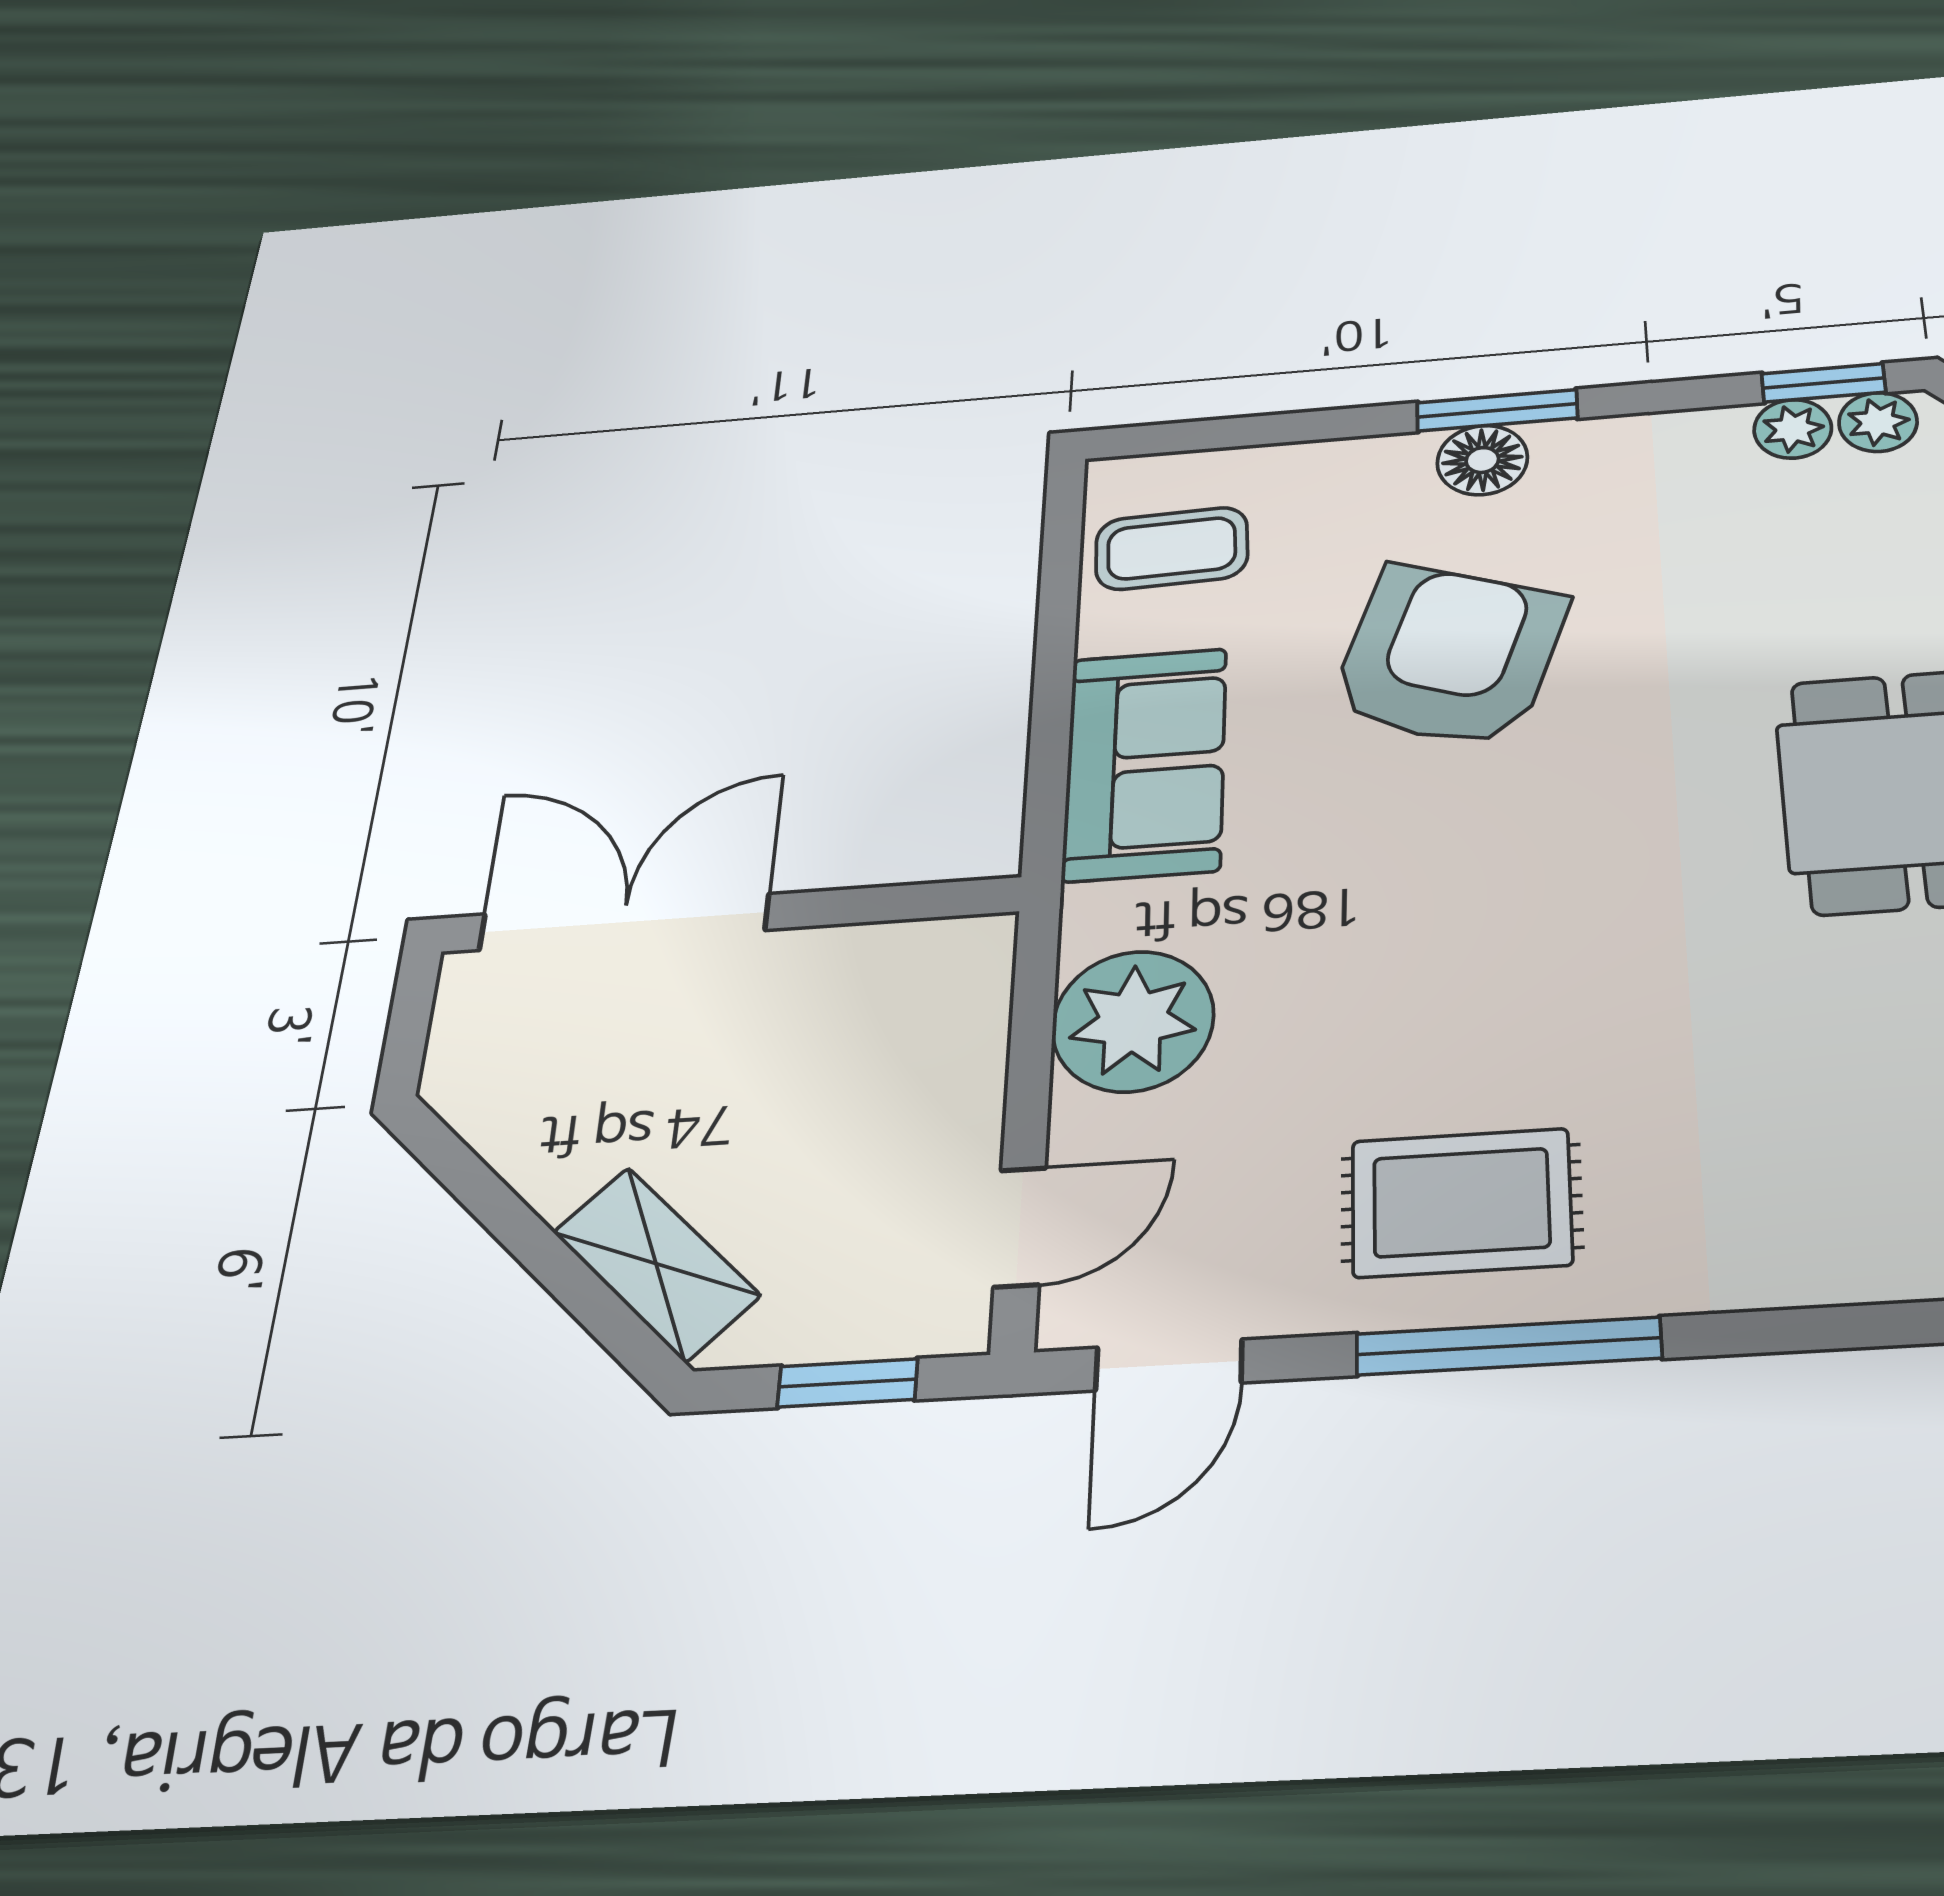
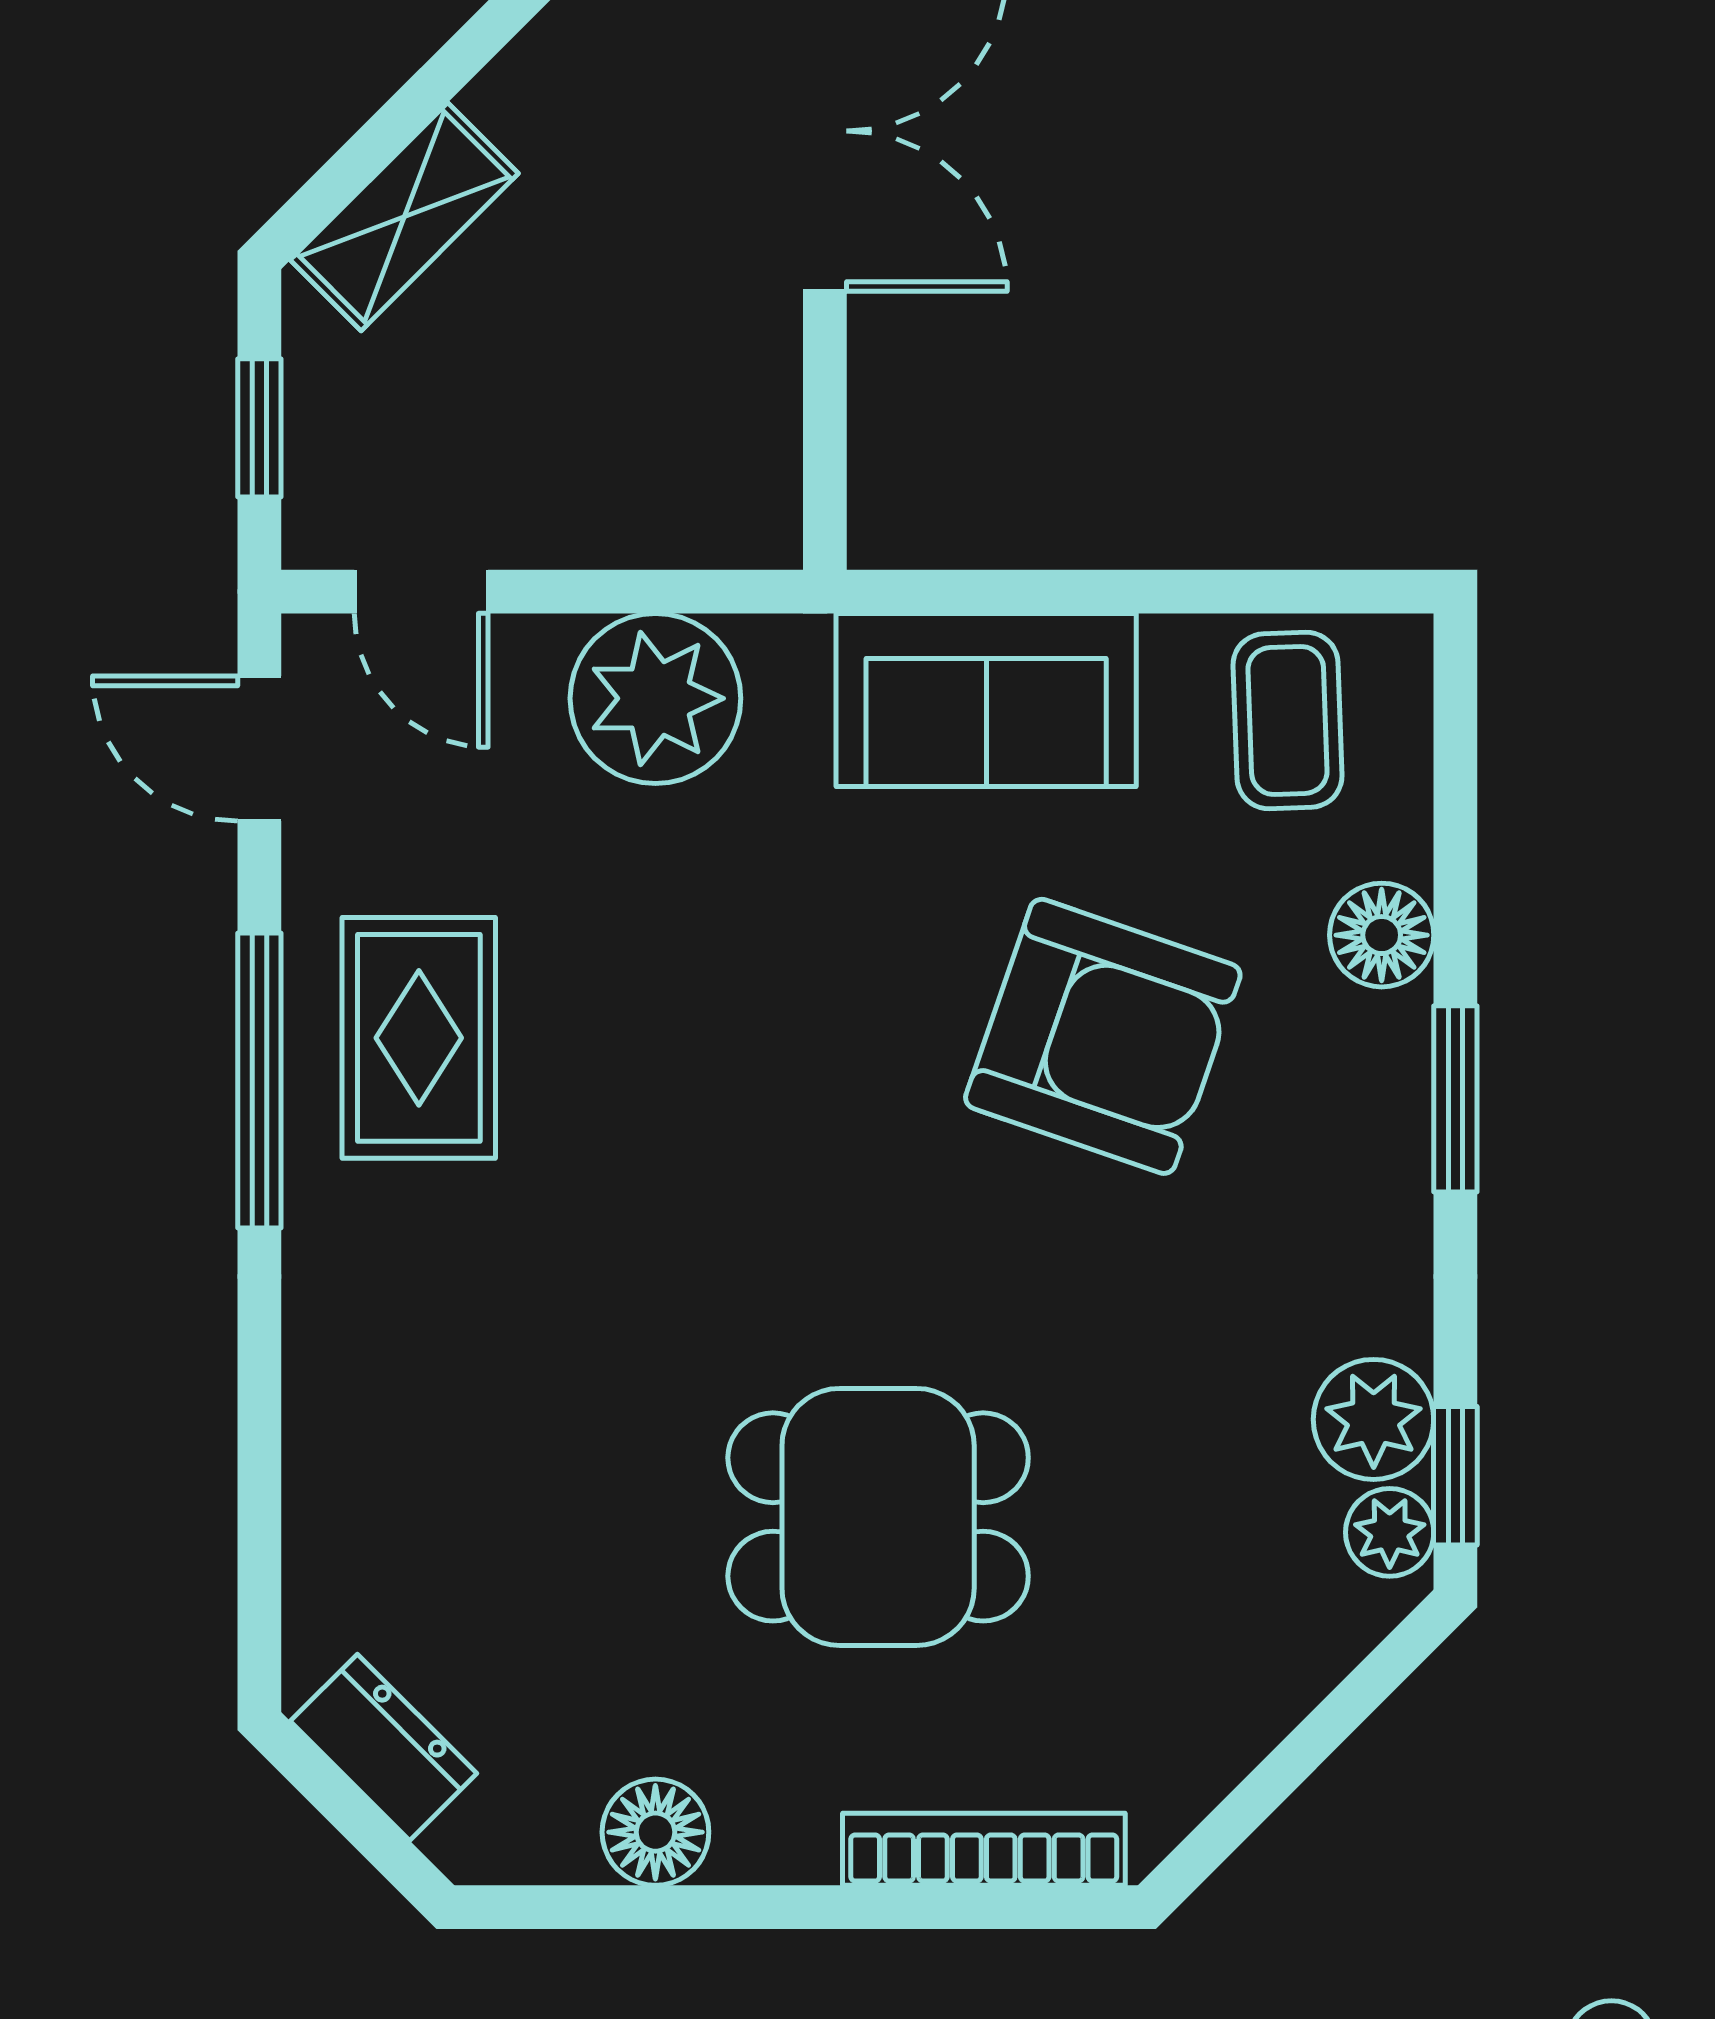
plant: (1793, 429) -> (1374, 1419), width x1.38, depth x1.38
floor lamp: (1482, 460) -> (1382, 935), moved

